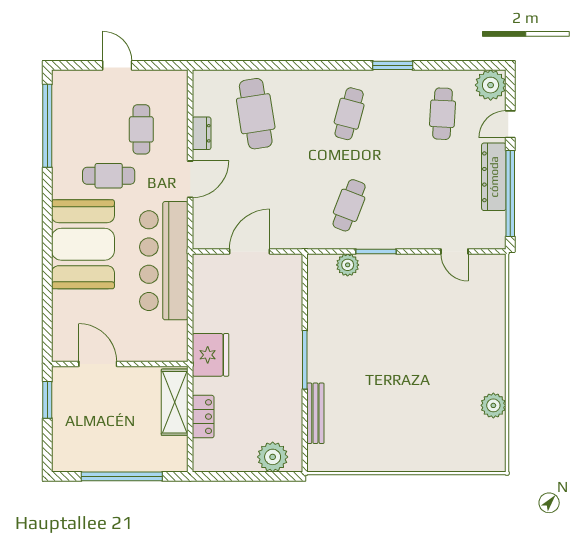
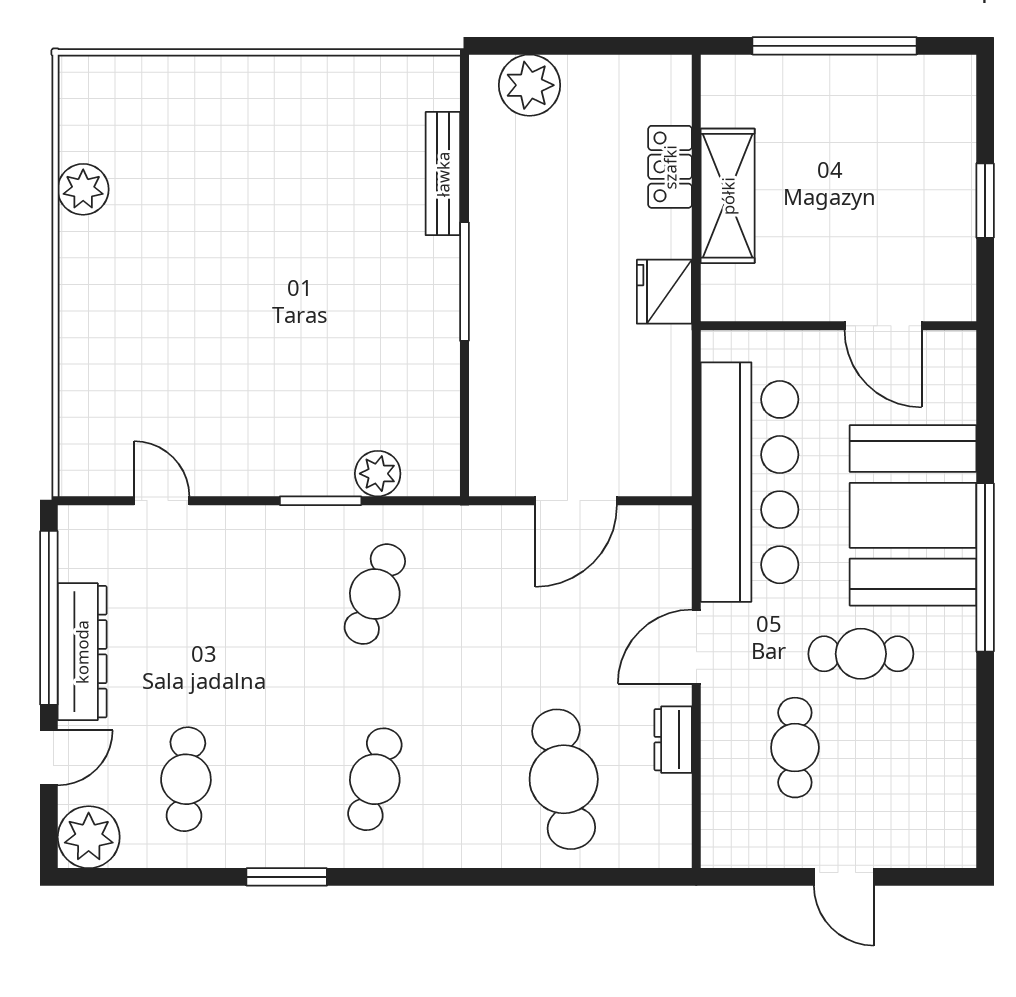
window: (47, 126) -> (985, 567), moved
fridge: (210, 355) -> (664, 292), width x0.73, depth x0.75
door: (98, 364) -> (883, 326), moved
wall: (120, 364) -> (838, 326), moved

